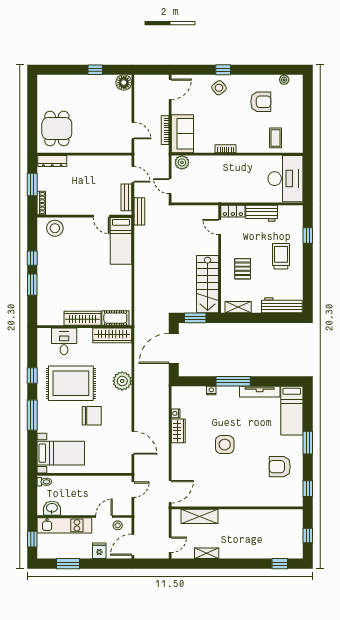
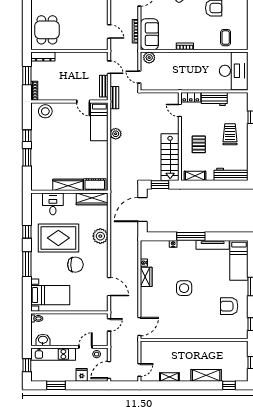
plant: (141, 256) -> (116, 134), added
shelving: (200, 516) -> (206, 375), moved

